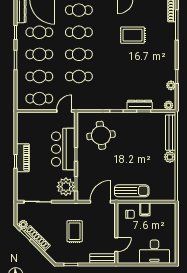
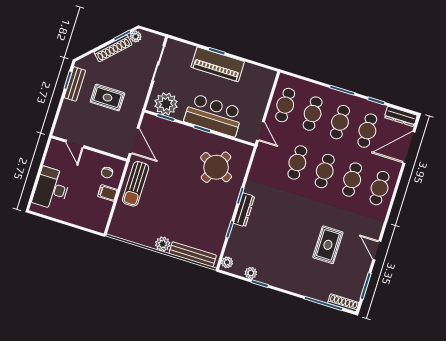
dresser: (140, 105) -> (244, 210), moved
round table: (101, 135) -> (216, 167), turned 32
piano: (23, 158) -> (218, 64), width x1.37, depth x1.33
bench: (102, 258) -> (75, 84), moved

